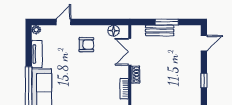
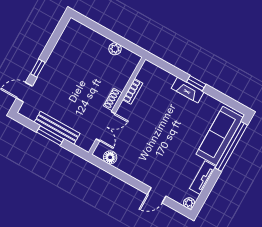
bench: (160, 30) -> (57, 128), width x1.36
armchair: (86, 45) -> (146, 159), removed
window: (204, 81) -> (38, 68), moved

